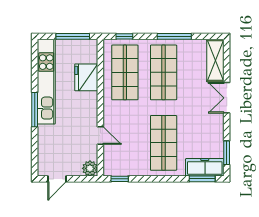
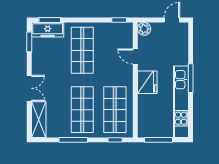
fridge: (86, 77) -> (147, 82), moved

